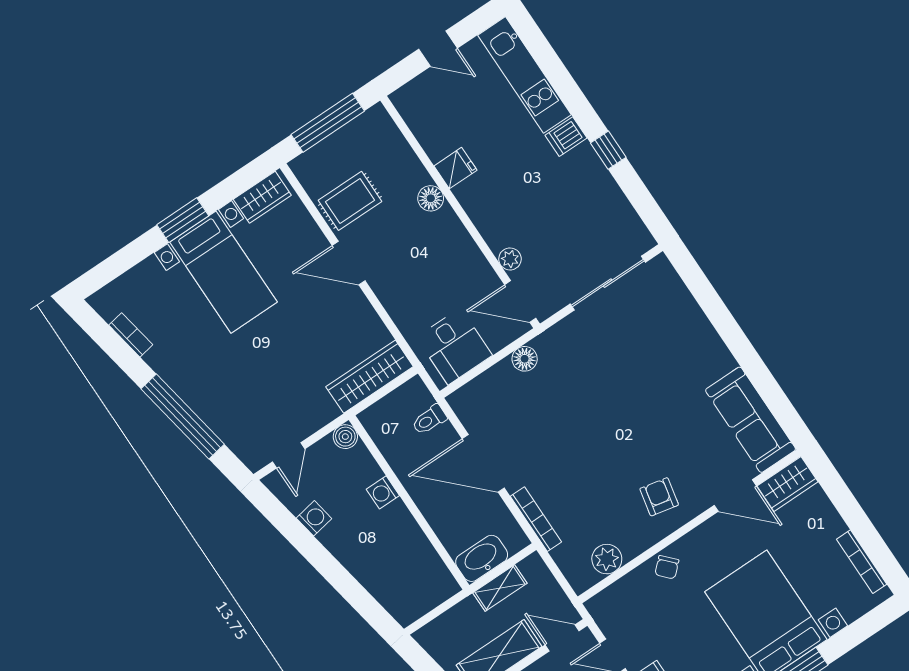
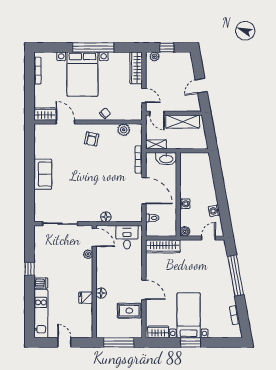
sofa: (751, 420) -> (43, 174), moved, width x0.73
shelving: (500, 588) -> (156, 144), moved

